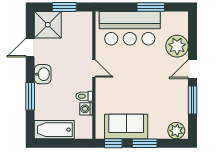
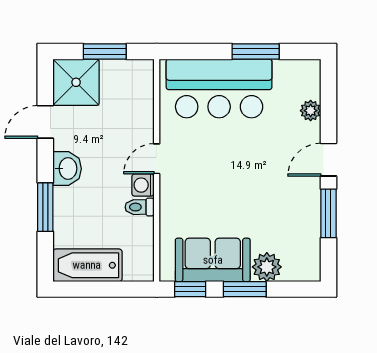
plant: (177, 46) -> (311, 111), width x0.53, depth x0.53
door: (94, 69) -> (157, 159), swing flipped
washing machine: (86, 109) -> (143, 185), moved
plant: (176, 131) -> (267, 267), moved

